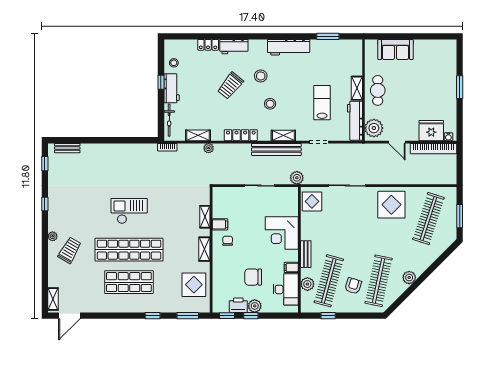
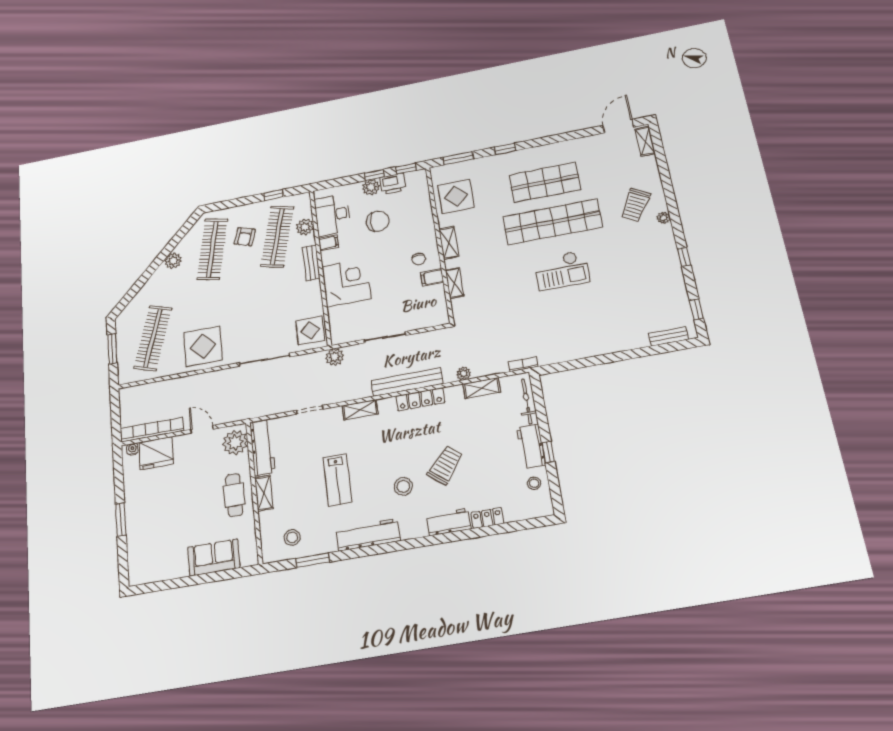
lab bench: (322, 103) -> (338, 480), moved
stool: (270, 104) -> (292, 537), moved
bench: (276, 149) -> (407, 382), moved

